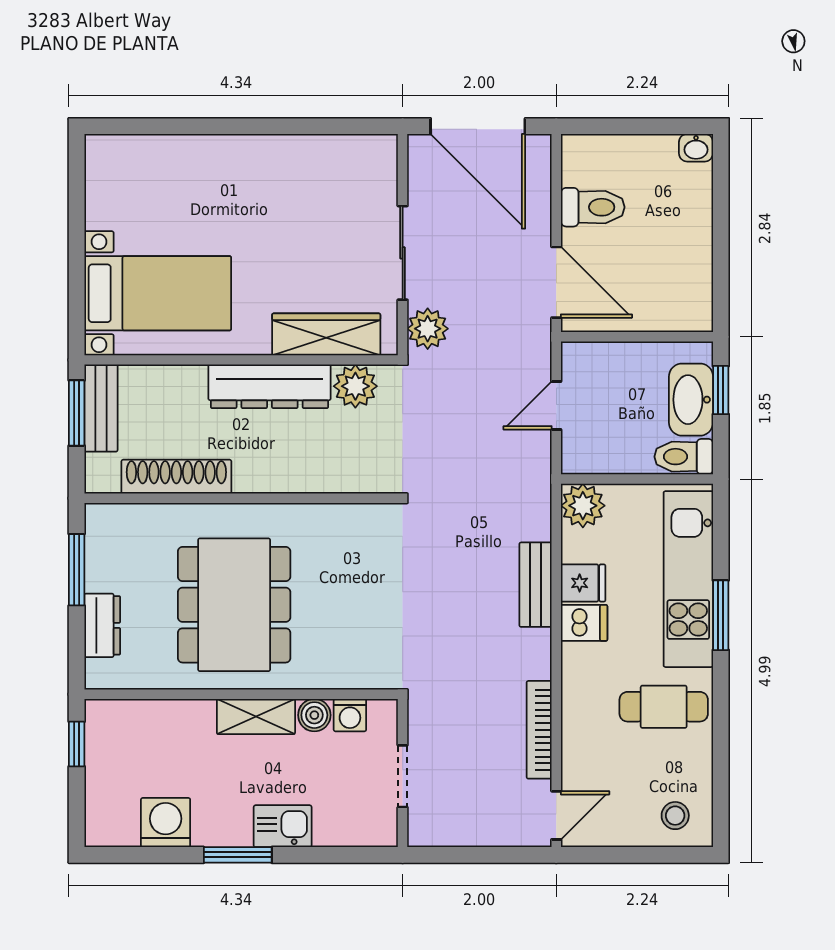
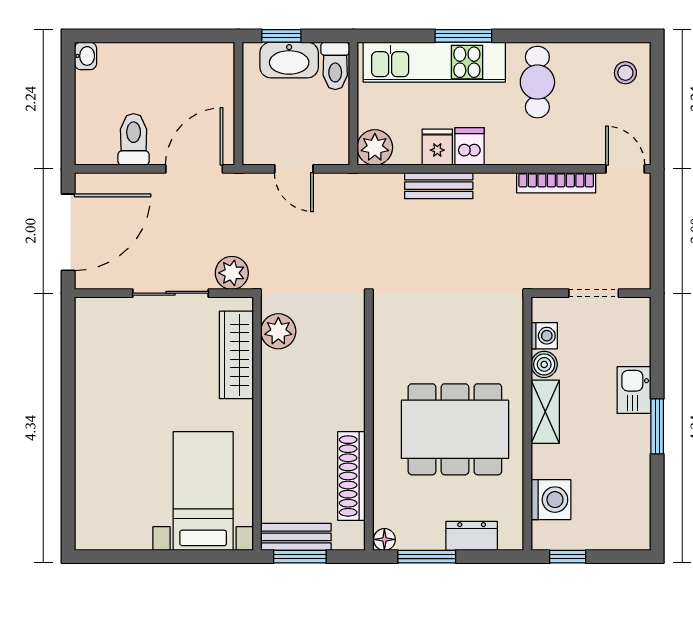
dresser: (270, 386) -> (278, 401), removed
floor lamp: (98, 518) -> (384, 539), added
washing machine: (166, 823) -> (551, 500), moved, turned 180

